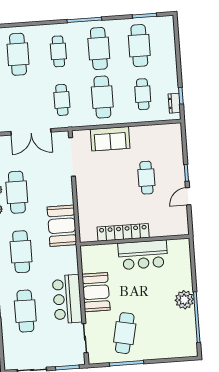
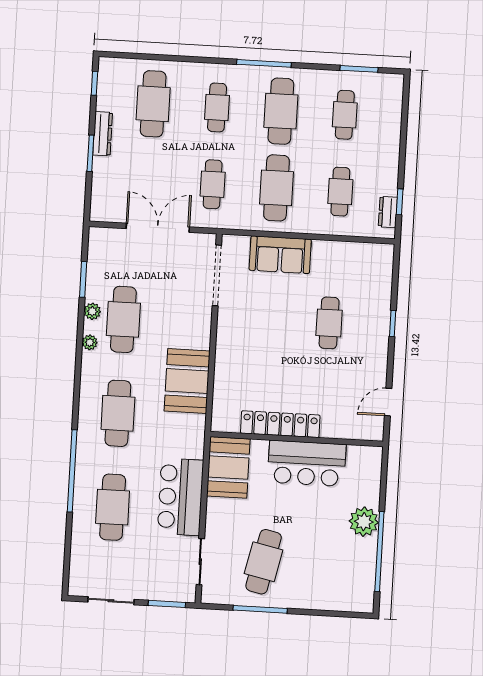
cafe table: (139, 46) -> (345, 115), width x0.73, depth x0.74
double door: (31, 132) -> (158, 228), swing flipped
door: (188, 196) -> (388, 402), moved
locker: (123, 232) -> (280, 424), moved
wall: (135, 240) -> (297, 439), moved
bar counter: (143, 255) -> (307, 463), moved
booth: (96, 292) -> (228, 467), moved

